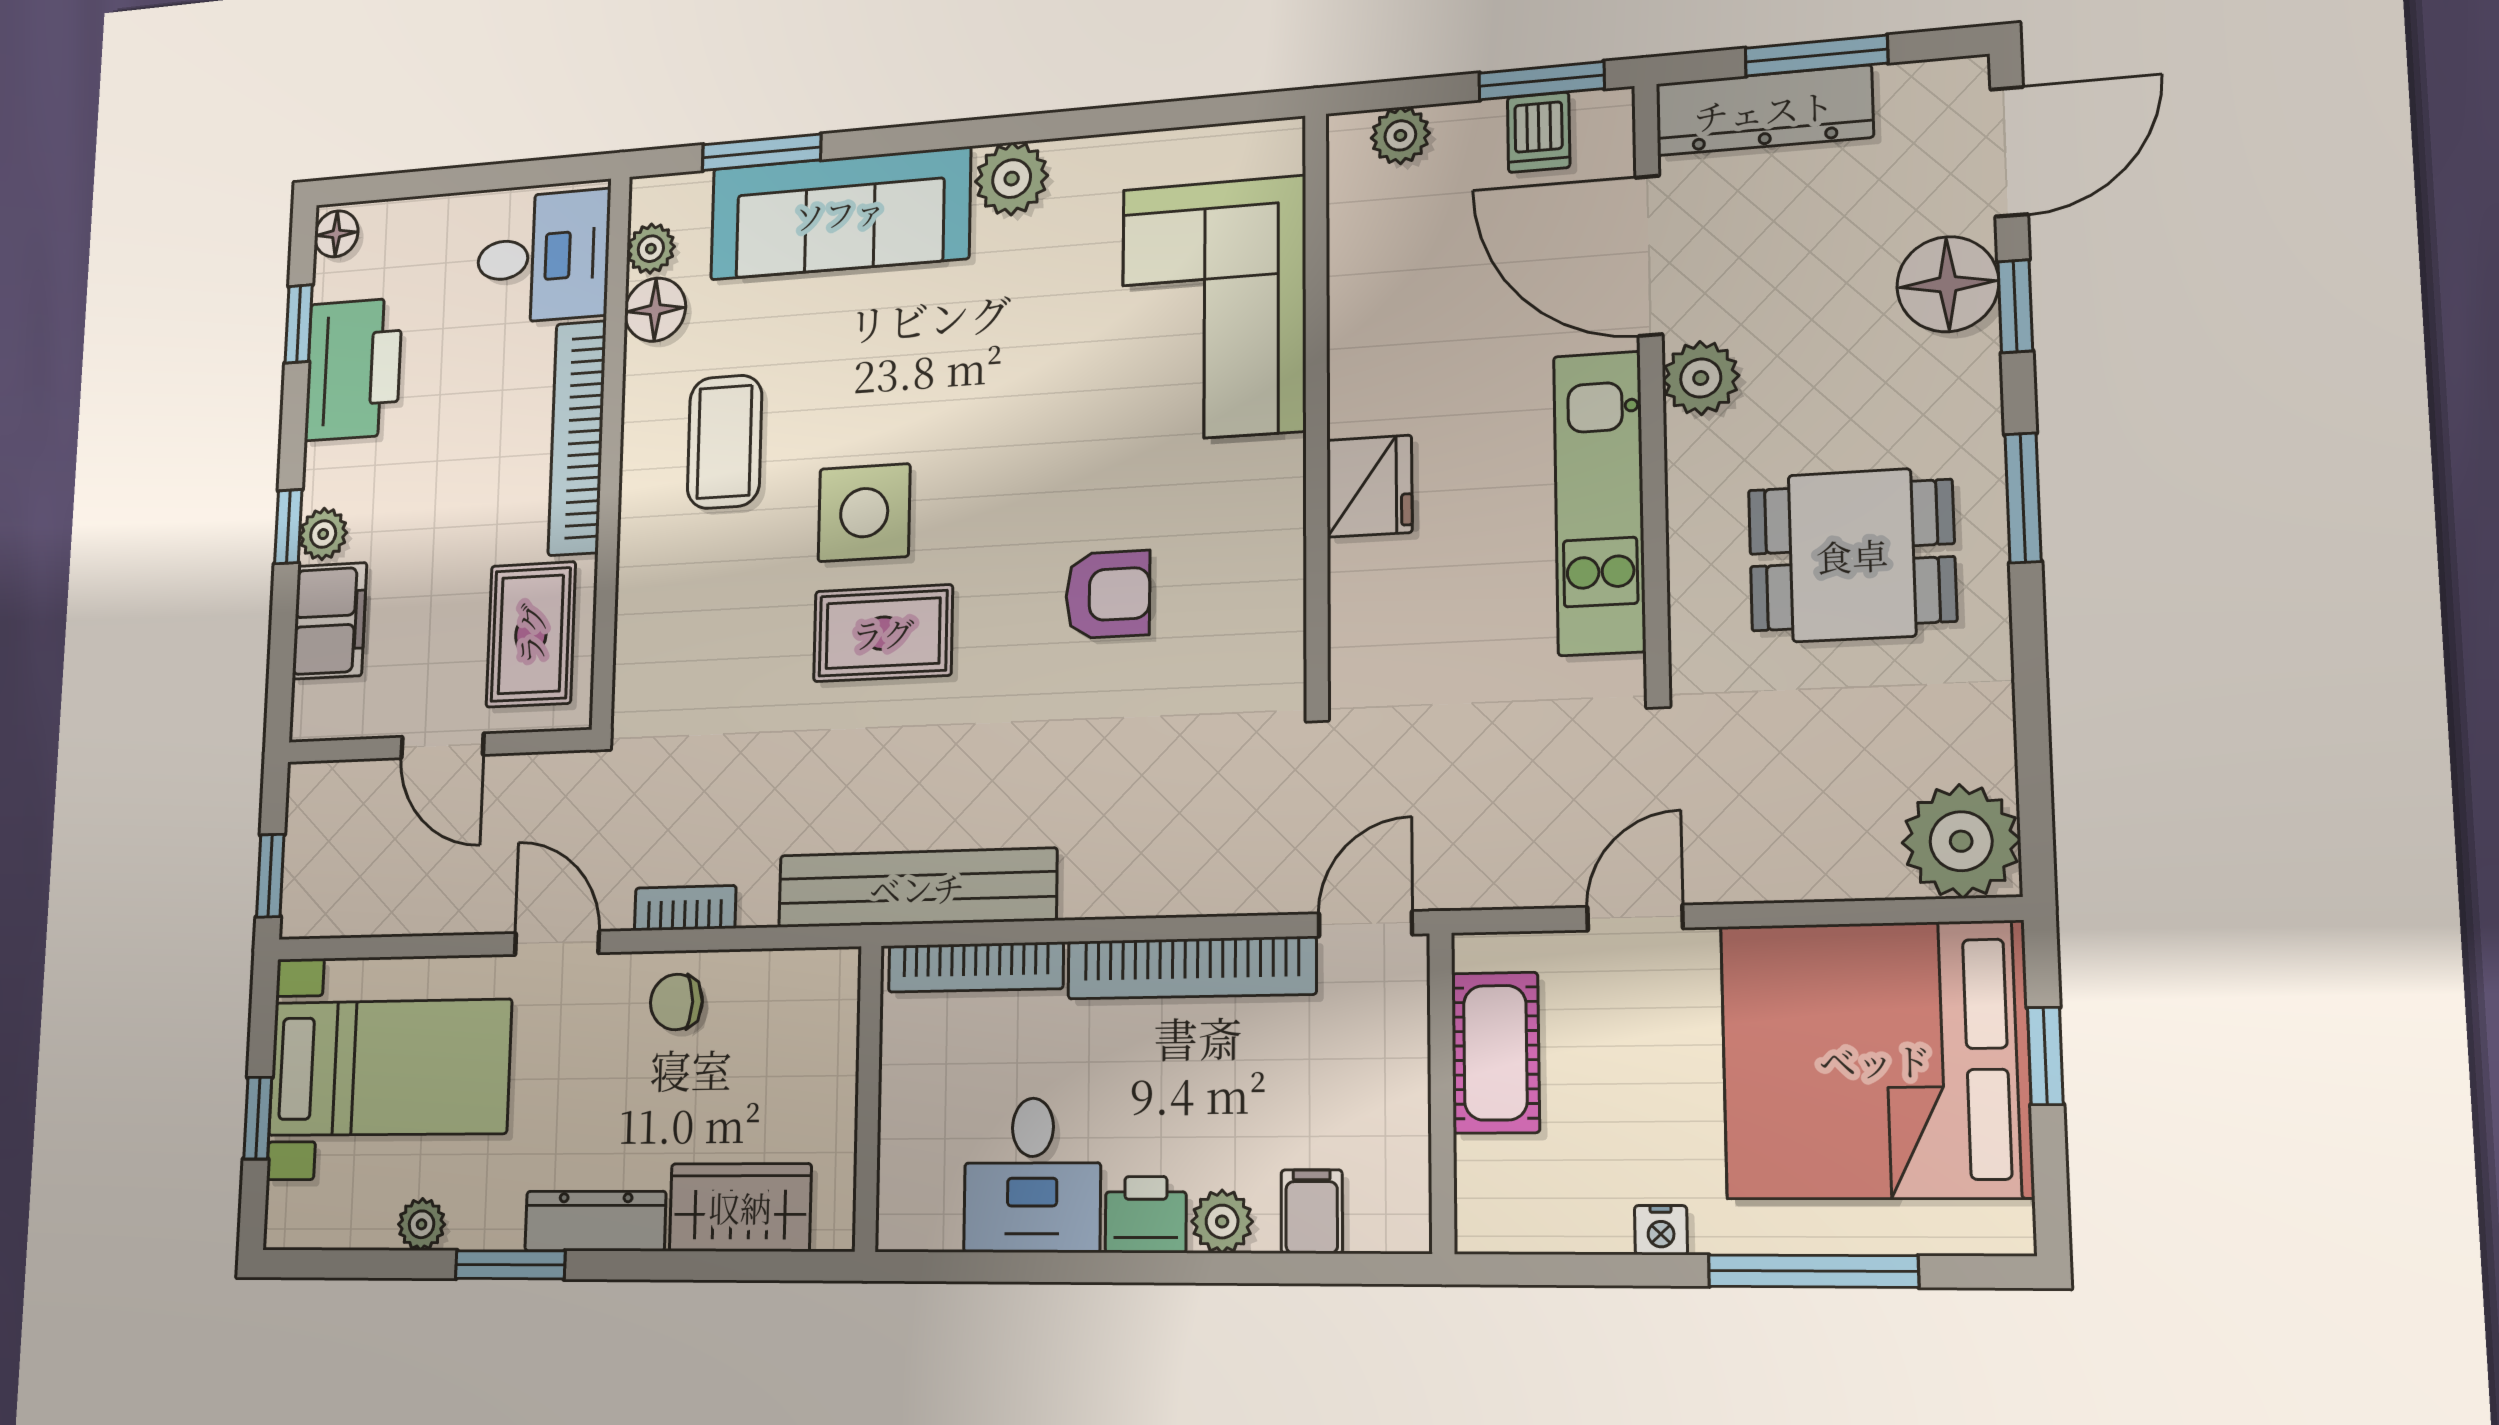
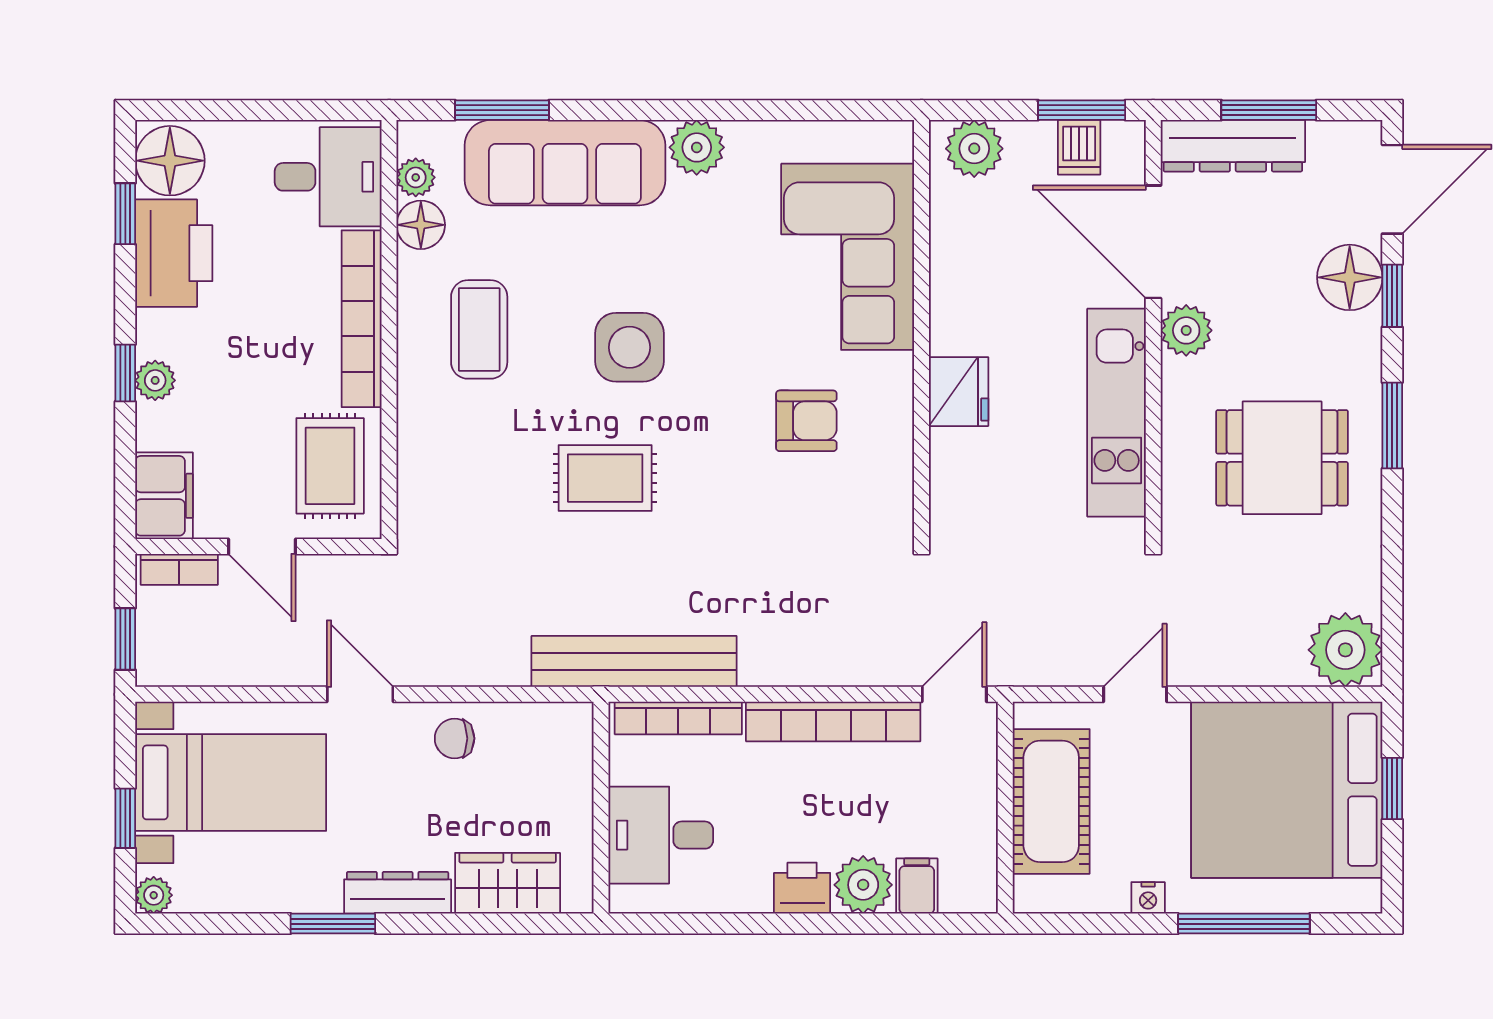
plant: (1400, 135) -> (974, 149), width x1.38, depth x1.38
floor lamp: (336, 234) -> (170, 161), width x1.89, depth x1.89
side table: (864, 513) -> (630, 347), moved
armchair: (1108, 595) -> (806, 421), moved
filing cabinet: (329, 621) -> (164, 496), moved
bookcase: (685, 908) -> (179, 569), moved, turned 180
cot: (1495, 1053) -> (1051, 801), width x1.37, depth x1.34
desk: (1032, 1175) -> (661, 835), moved, turned 90
plant: (1222, 1222) -> (863, 885), width x1.38, depth x1.38
plant: (422, 1224) -> (154, 895), moved

